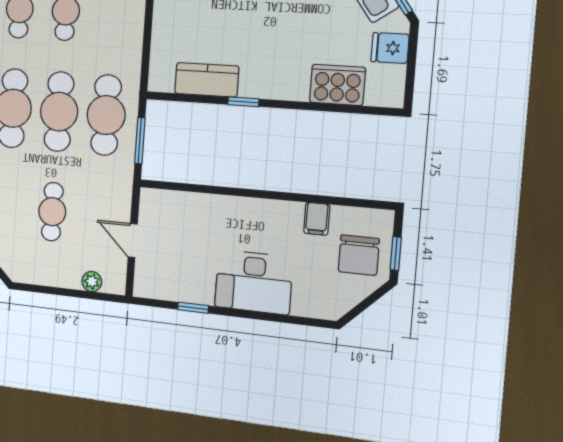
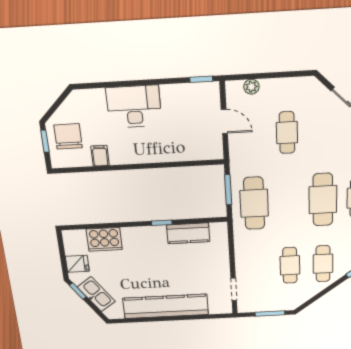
cafe table: (59, 112) -> (288, 201), removed
window: (193, 308) -> (201, 79), moved

